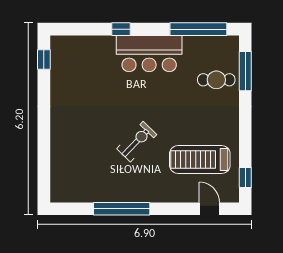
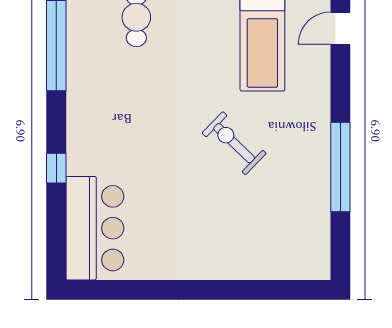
bar counter: (149, 54) -> (95, 228), moved
window: (44, 60) -> (104, 290), removed

